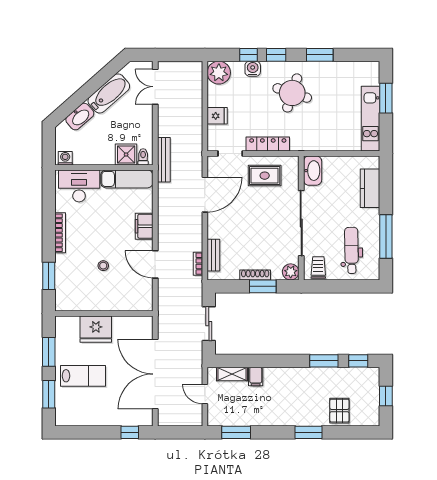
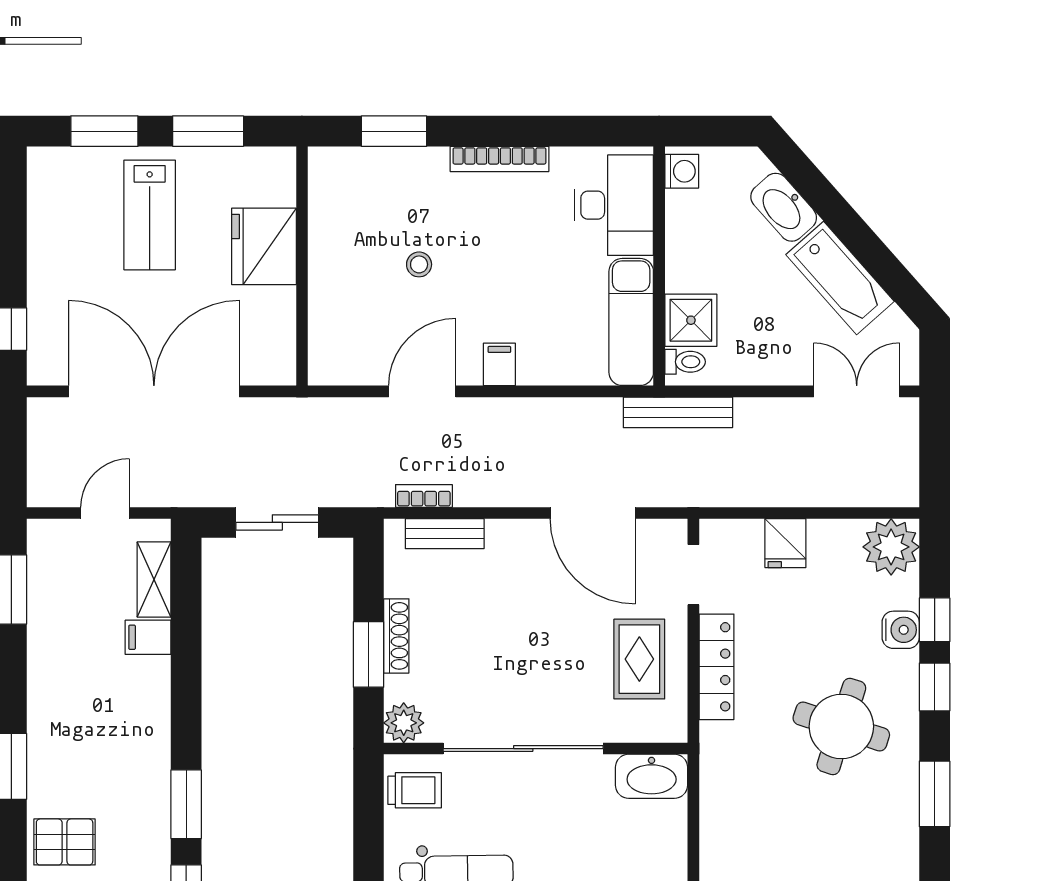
filing cabinet: (144, 226) -> (499, 364), width x0.50

